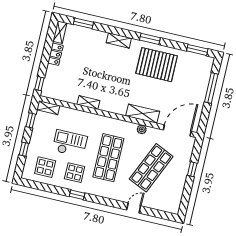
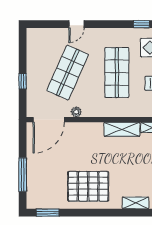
window: (150, 39) -> (102, 213), removed
shelving: (143, 114) -> (122, 129), moved
plant: (142, 129) -> (76, 112), moved

